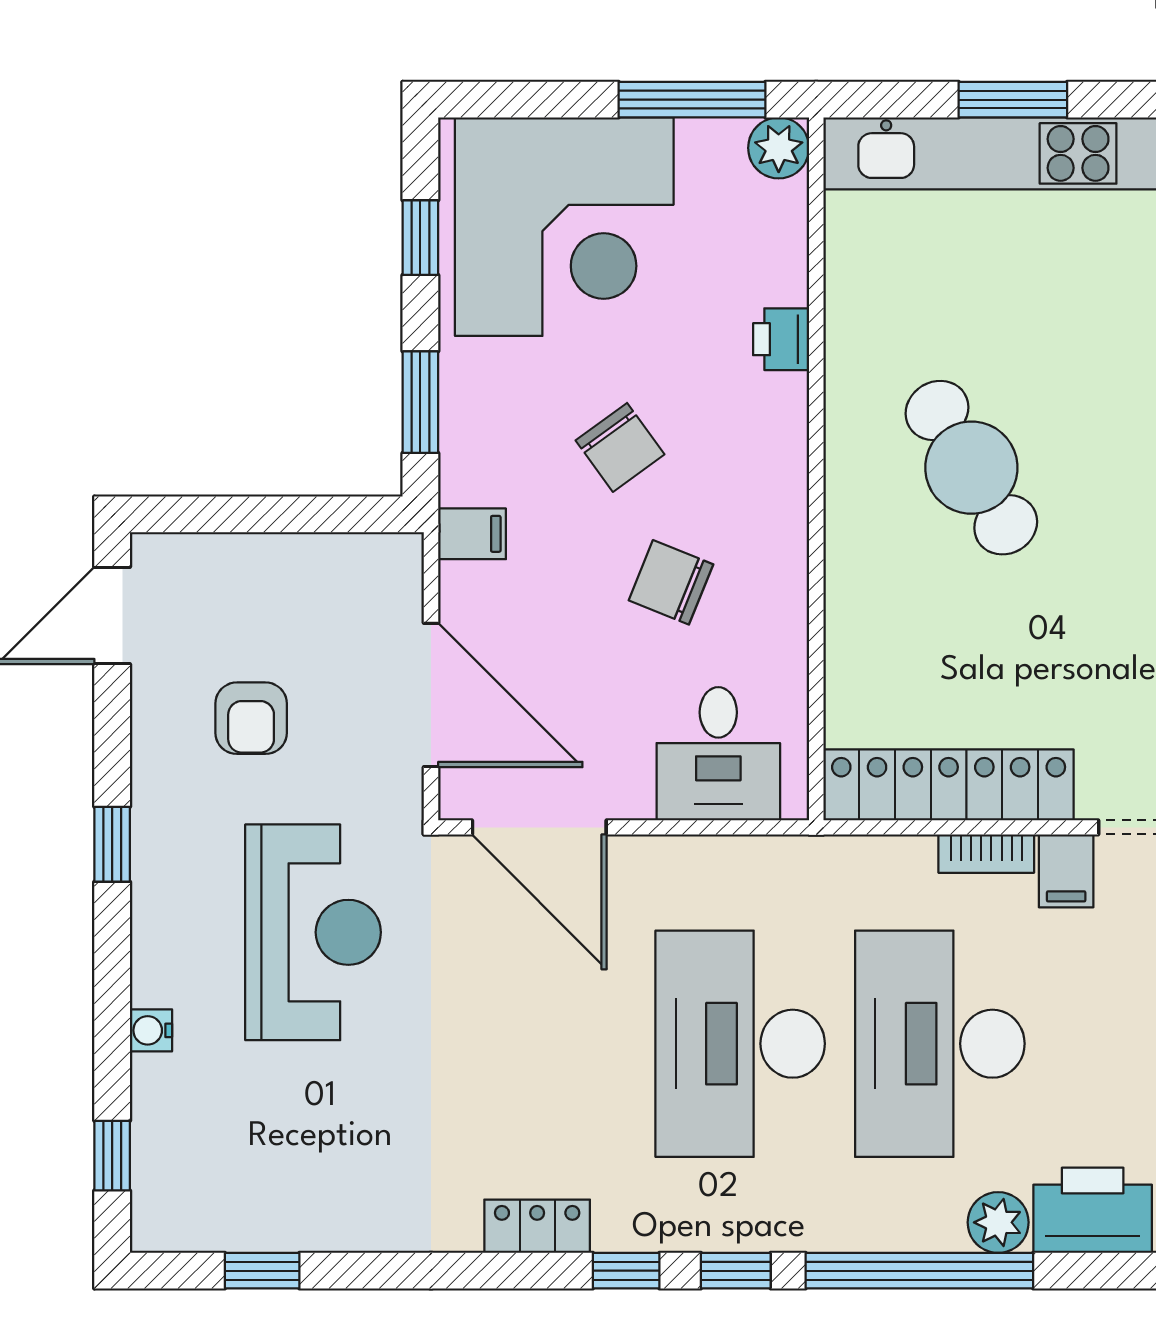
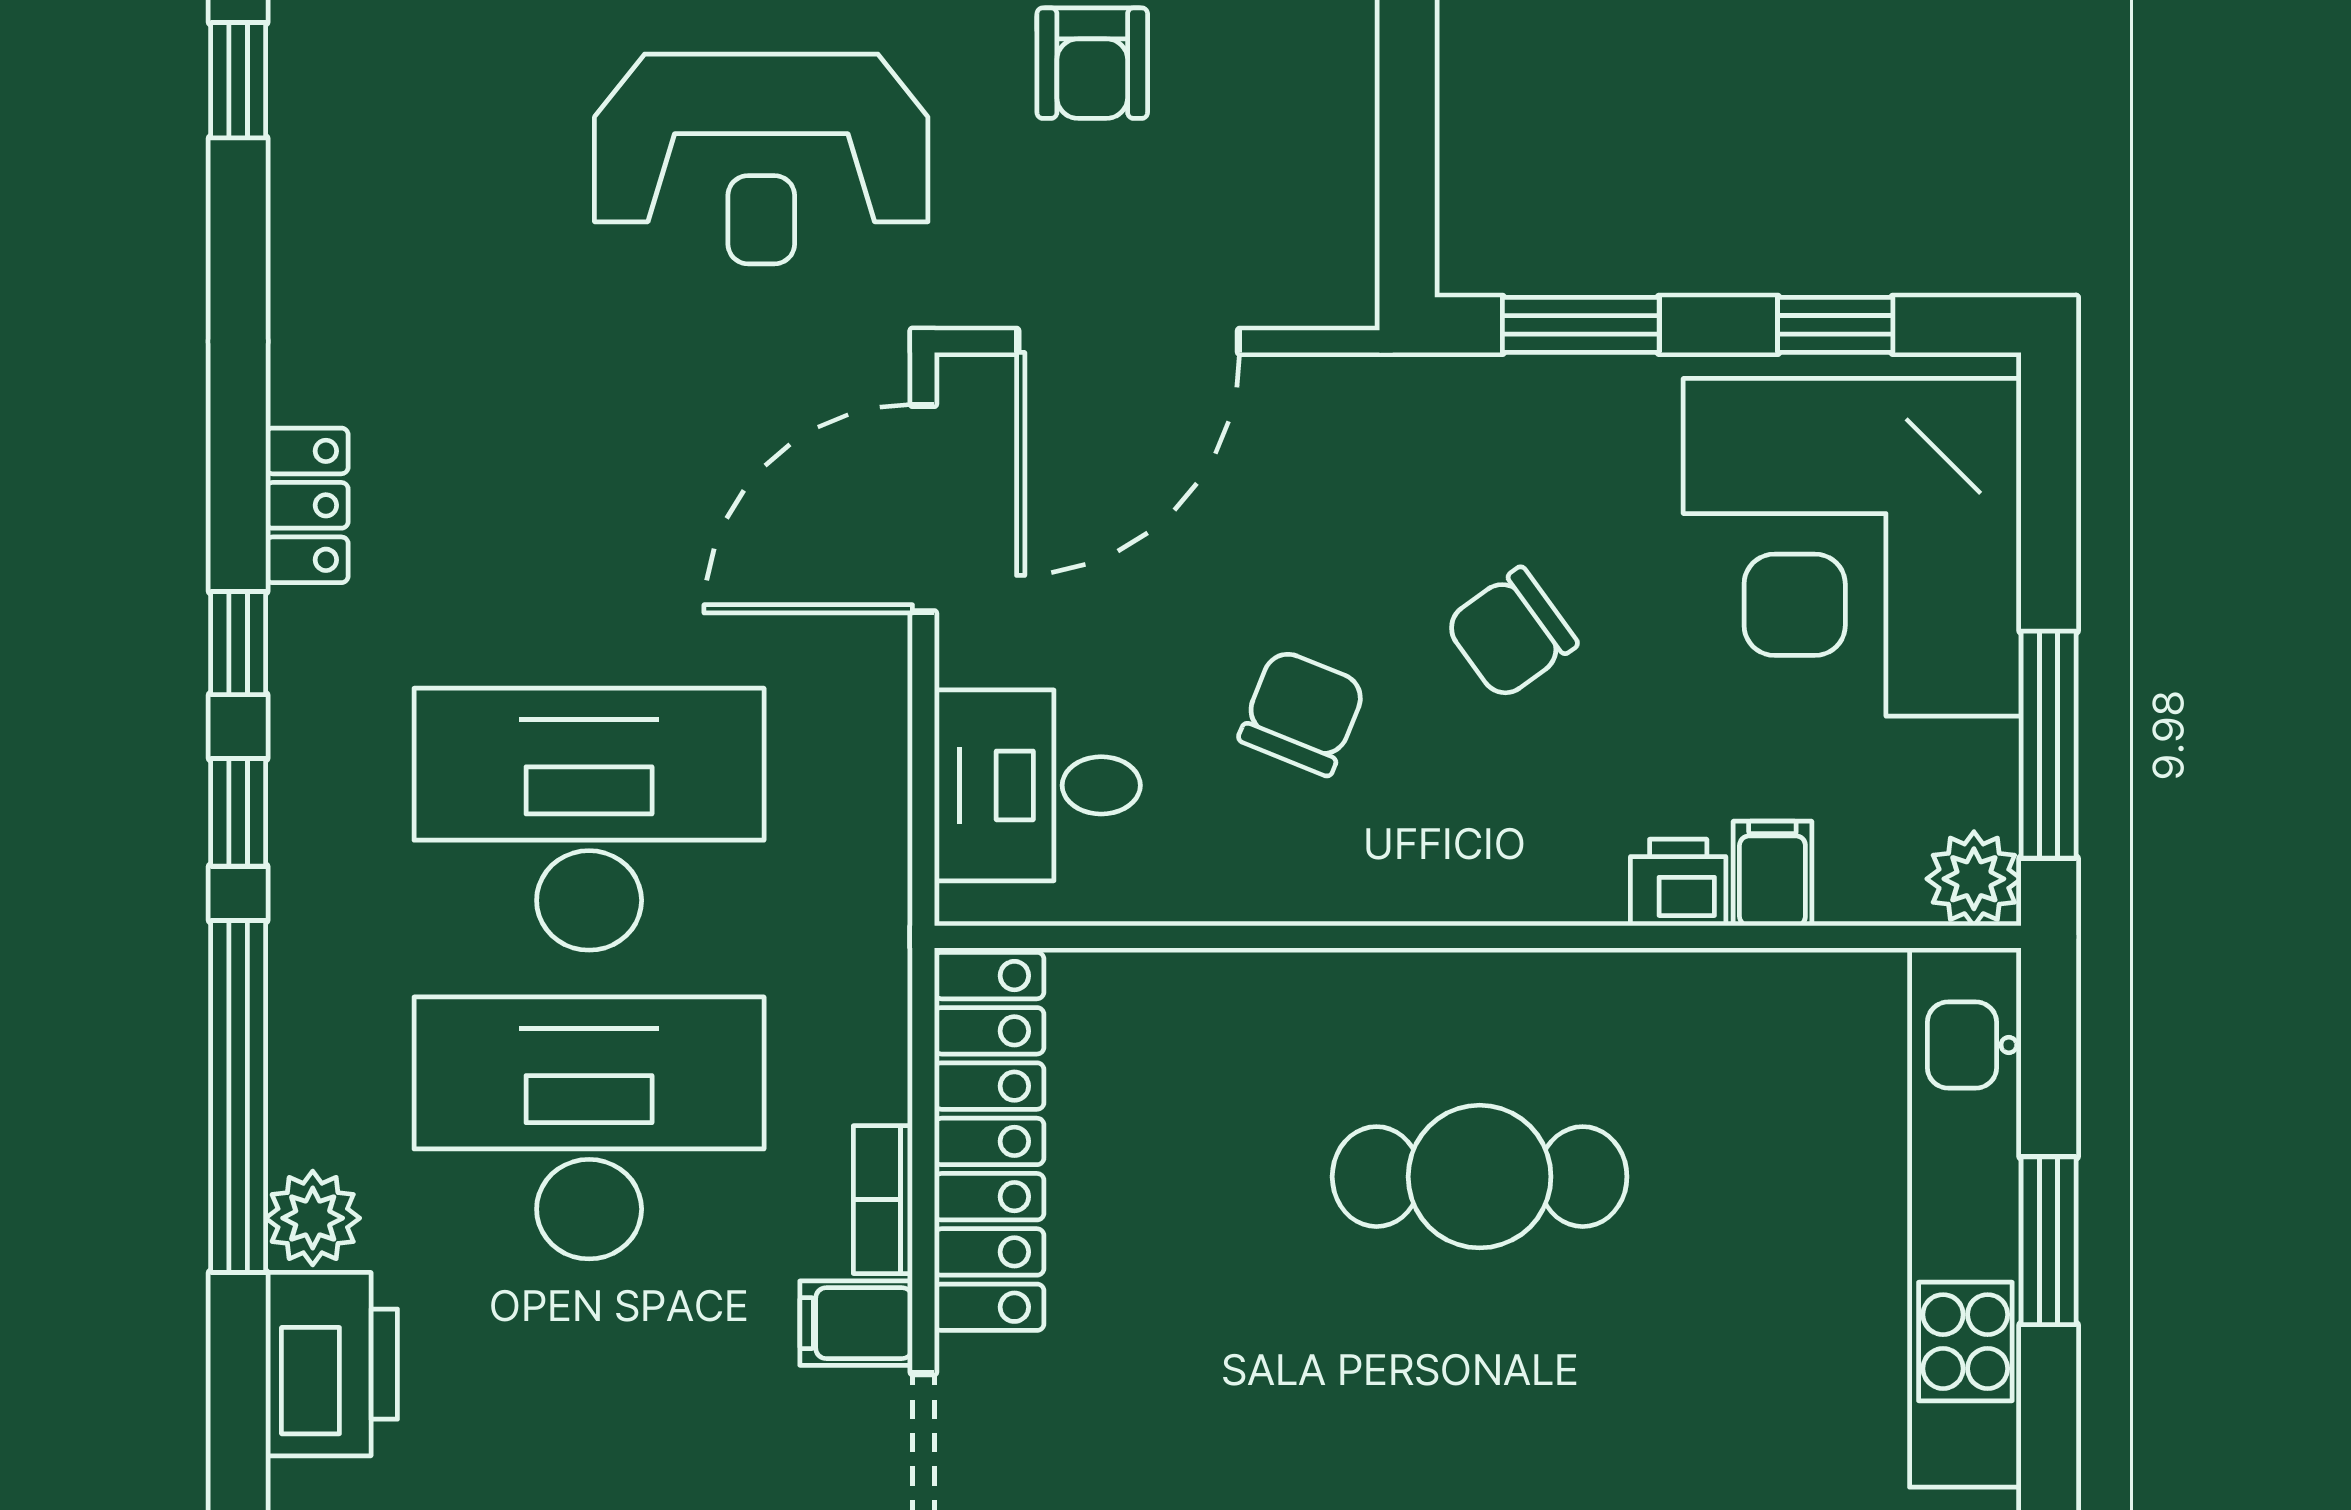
cafe table: (971, 468) -> (1480, 1177), turned 31
filing cabinet: (472, 534) -> (1772, 874), moved, turned 180
armchair: (251, 718) -> (1092, 63), turned -90

